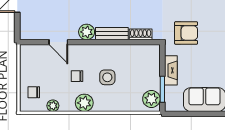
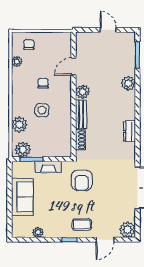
plant: (84, 103) -> (19, 124), moved

